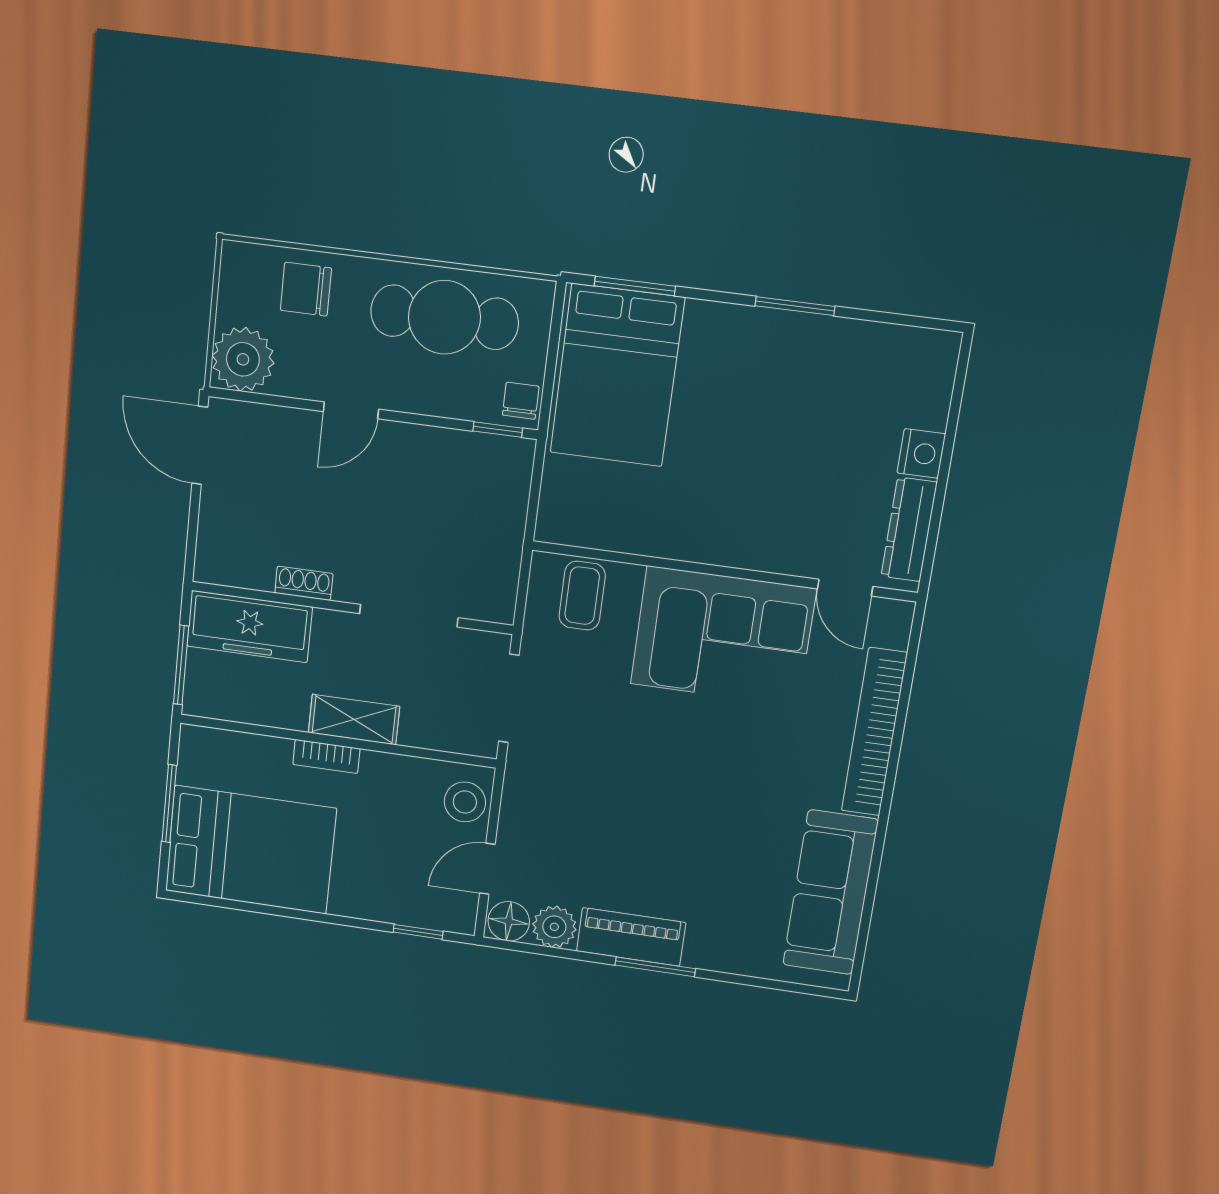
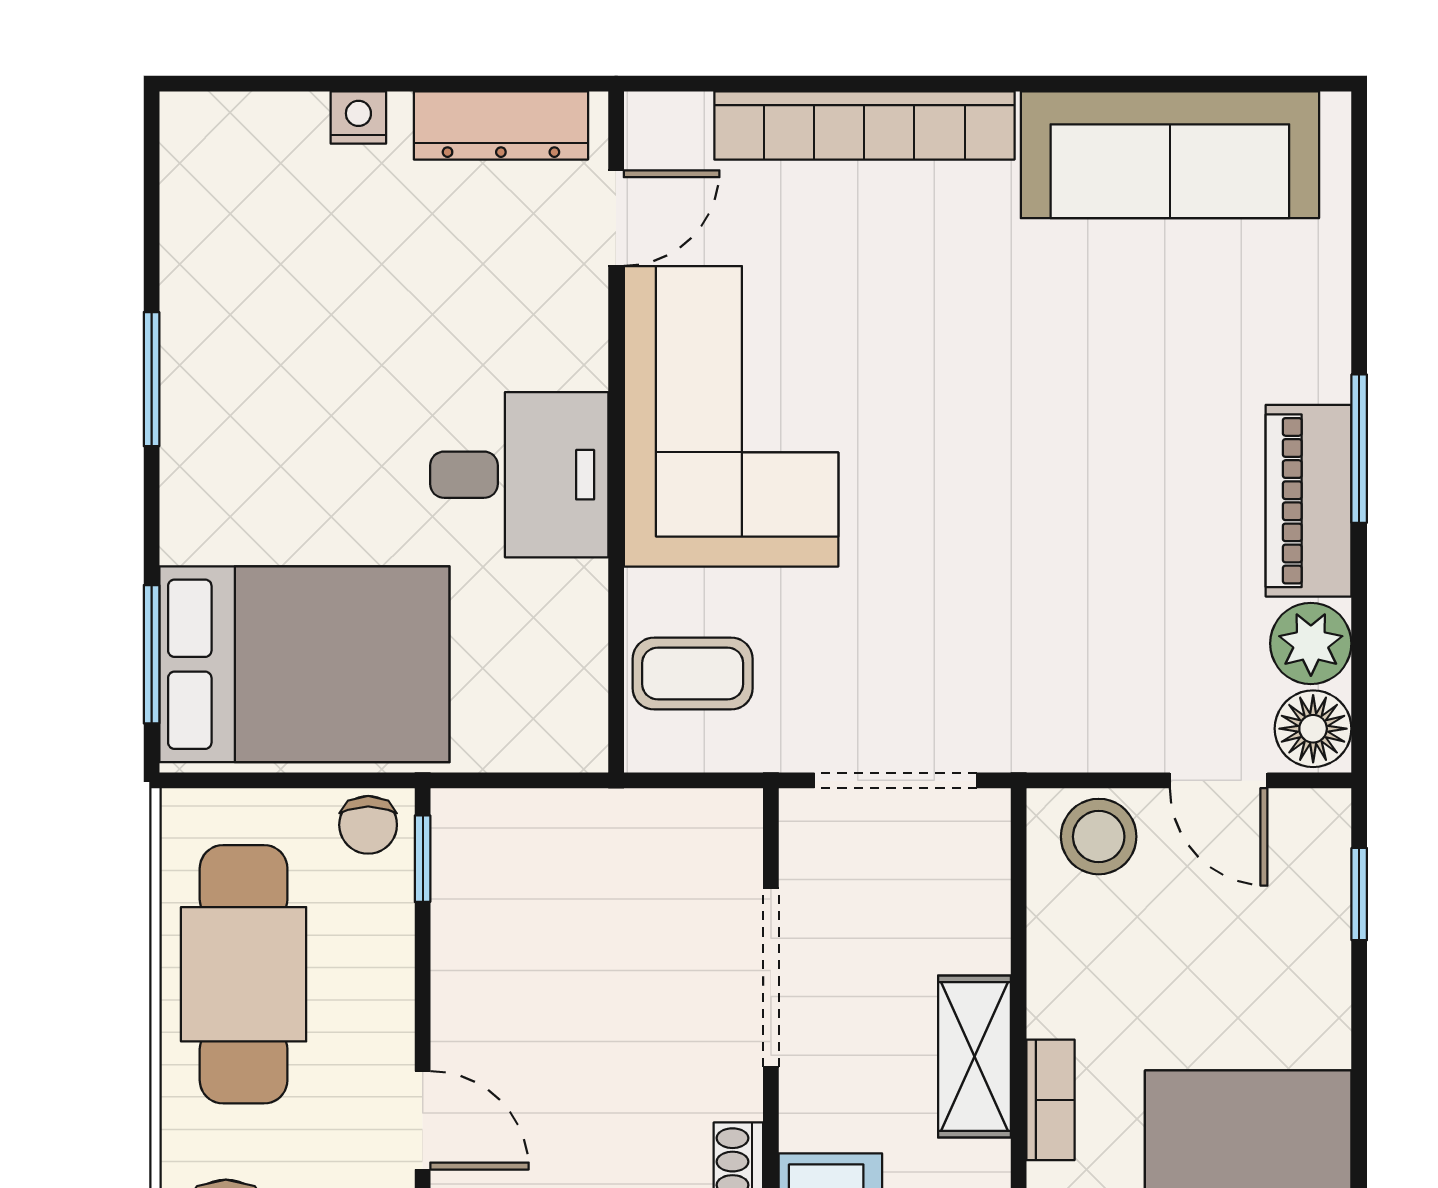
chair: (521, 401) -> (368, 825), turned -90
nightstand: (921, 453) -> (358, 118), width x0.72, depth x0.74
desk: (708, 513) -> (519, 475), added

